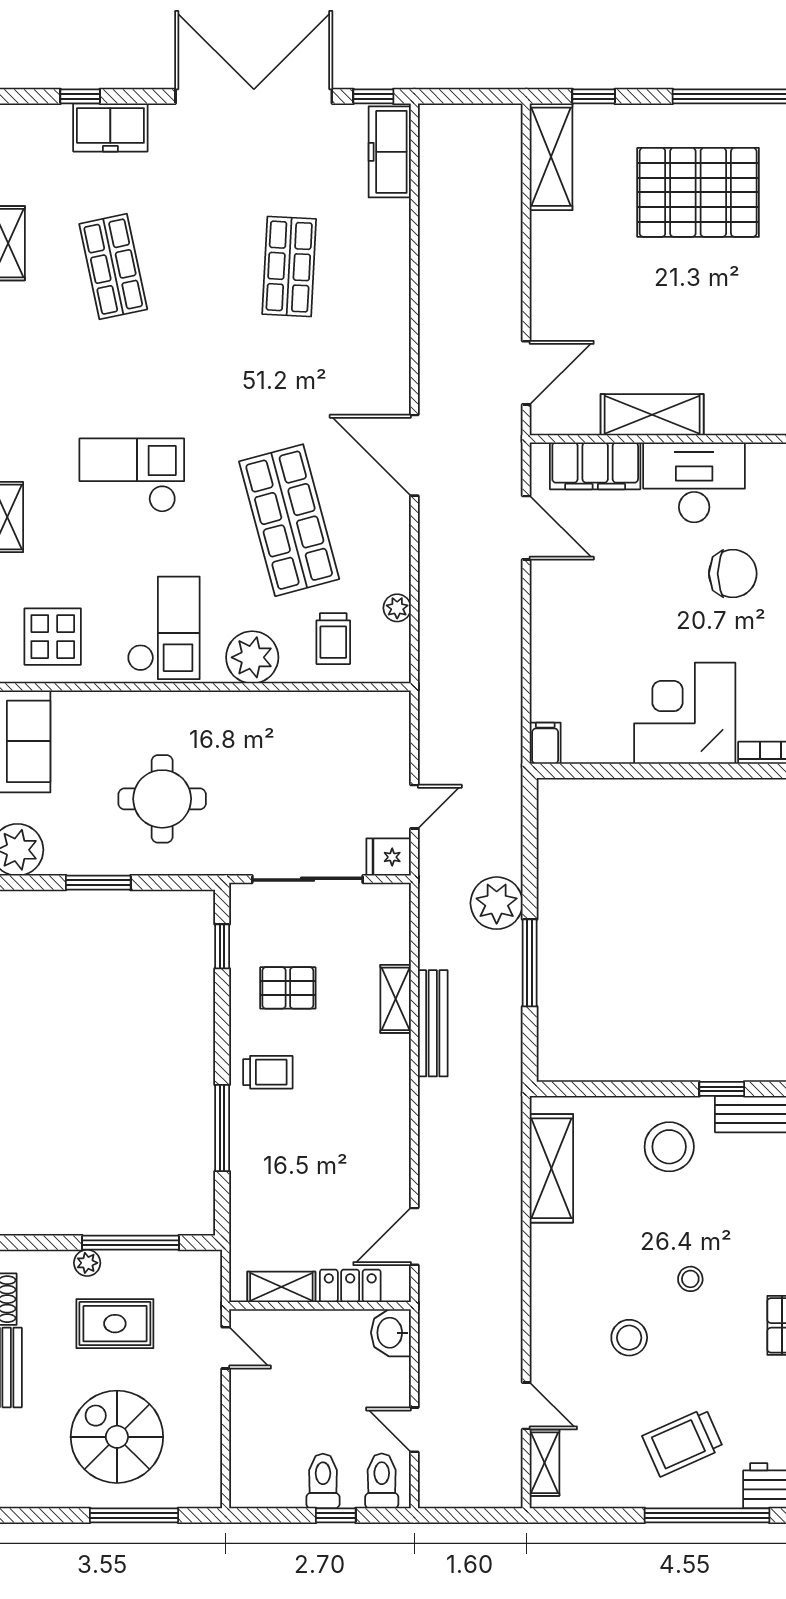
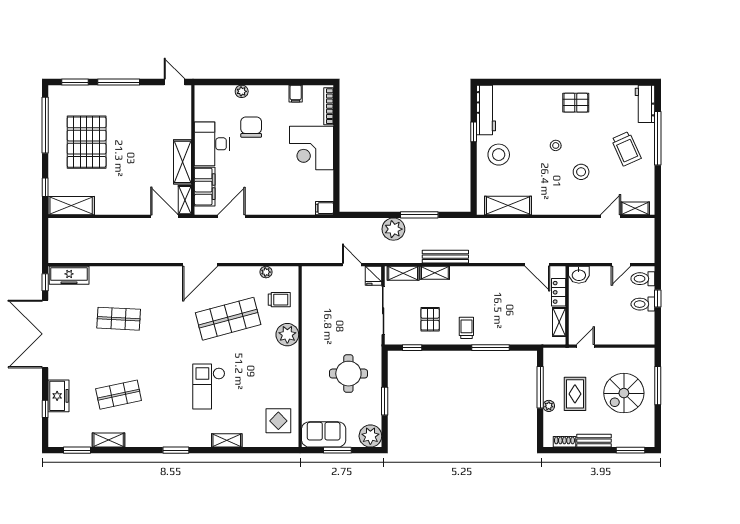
shelving: (564, 420) -> (185, 200), added
checkout: (164, 628) -> (275, 373), removed
shelving: (394, 926) -> (403, 273), added

